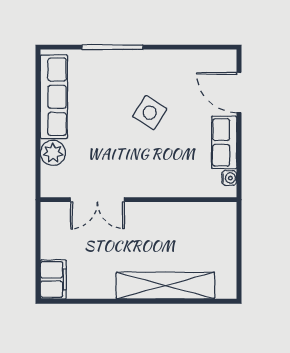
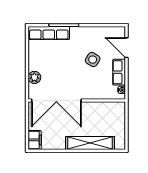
row of seats: (54, 97) -> (49, 33), moved, turned 90
side table: (150, 113) -> (93, 60), moved
double door: (97, 200) -> (56, 100), width x1.87

